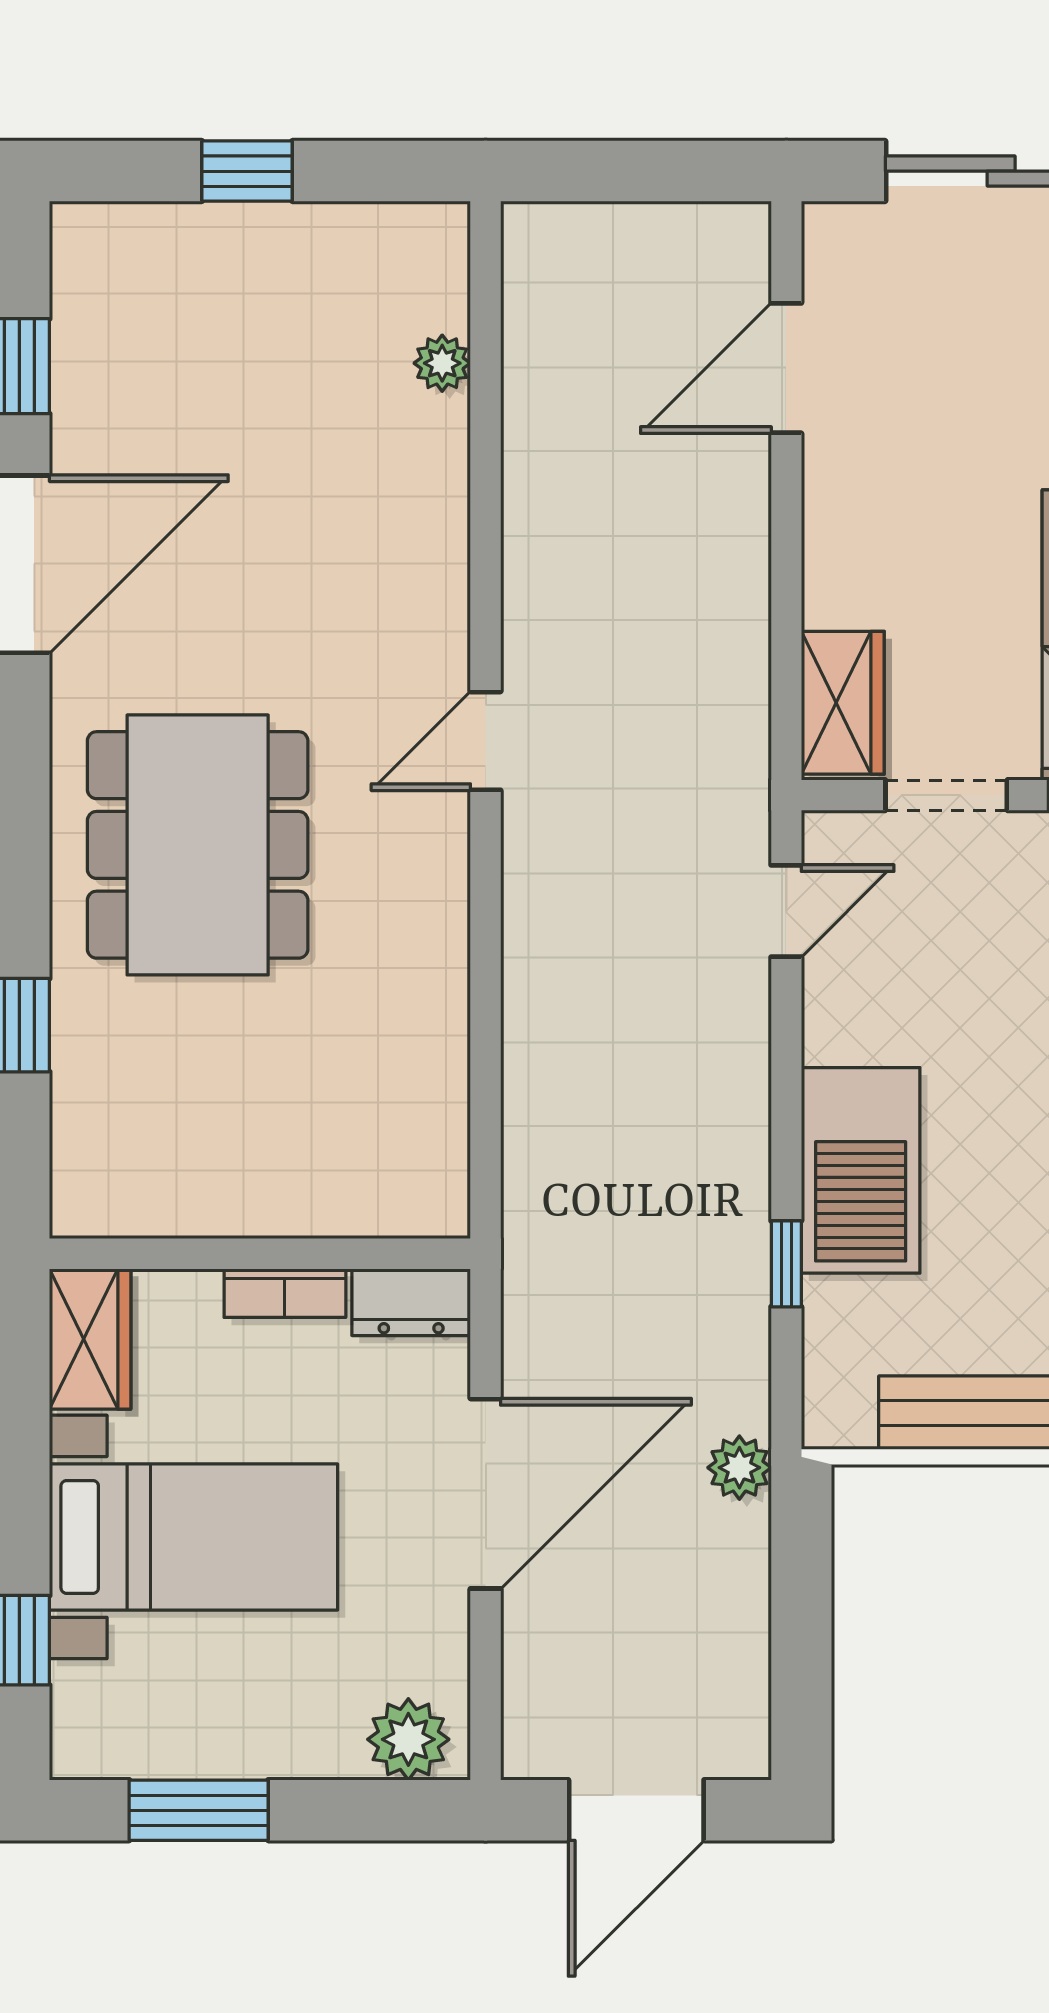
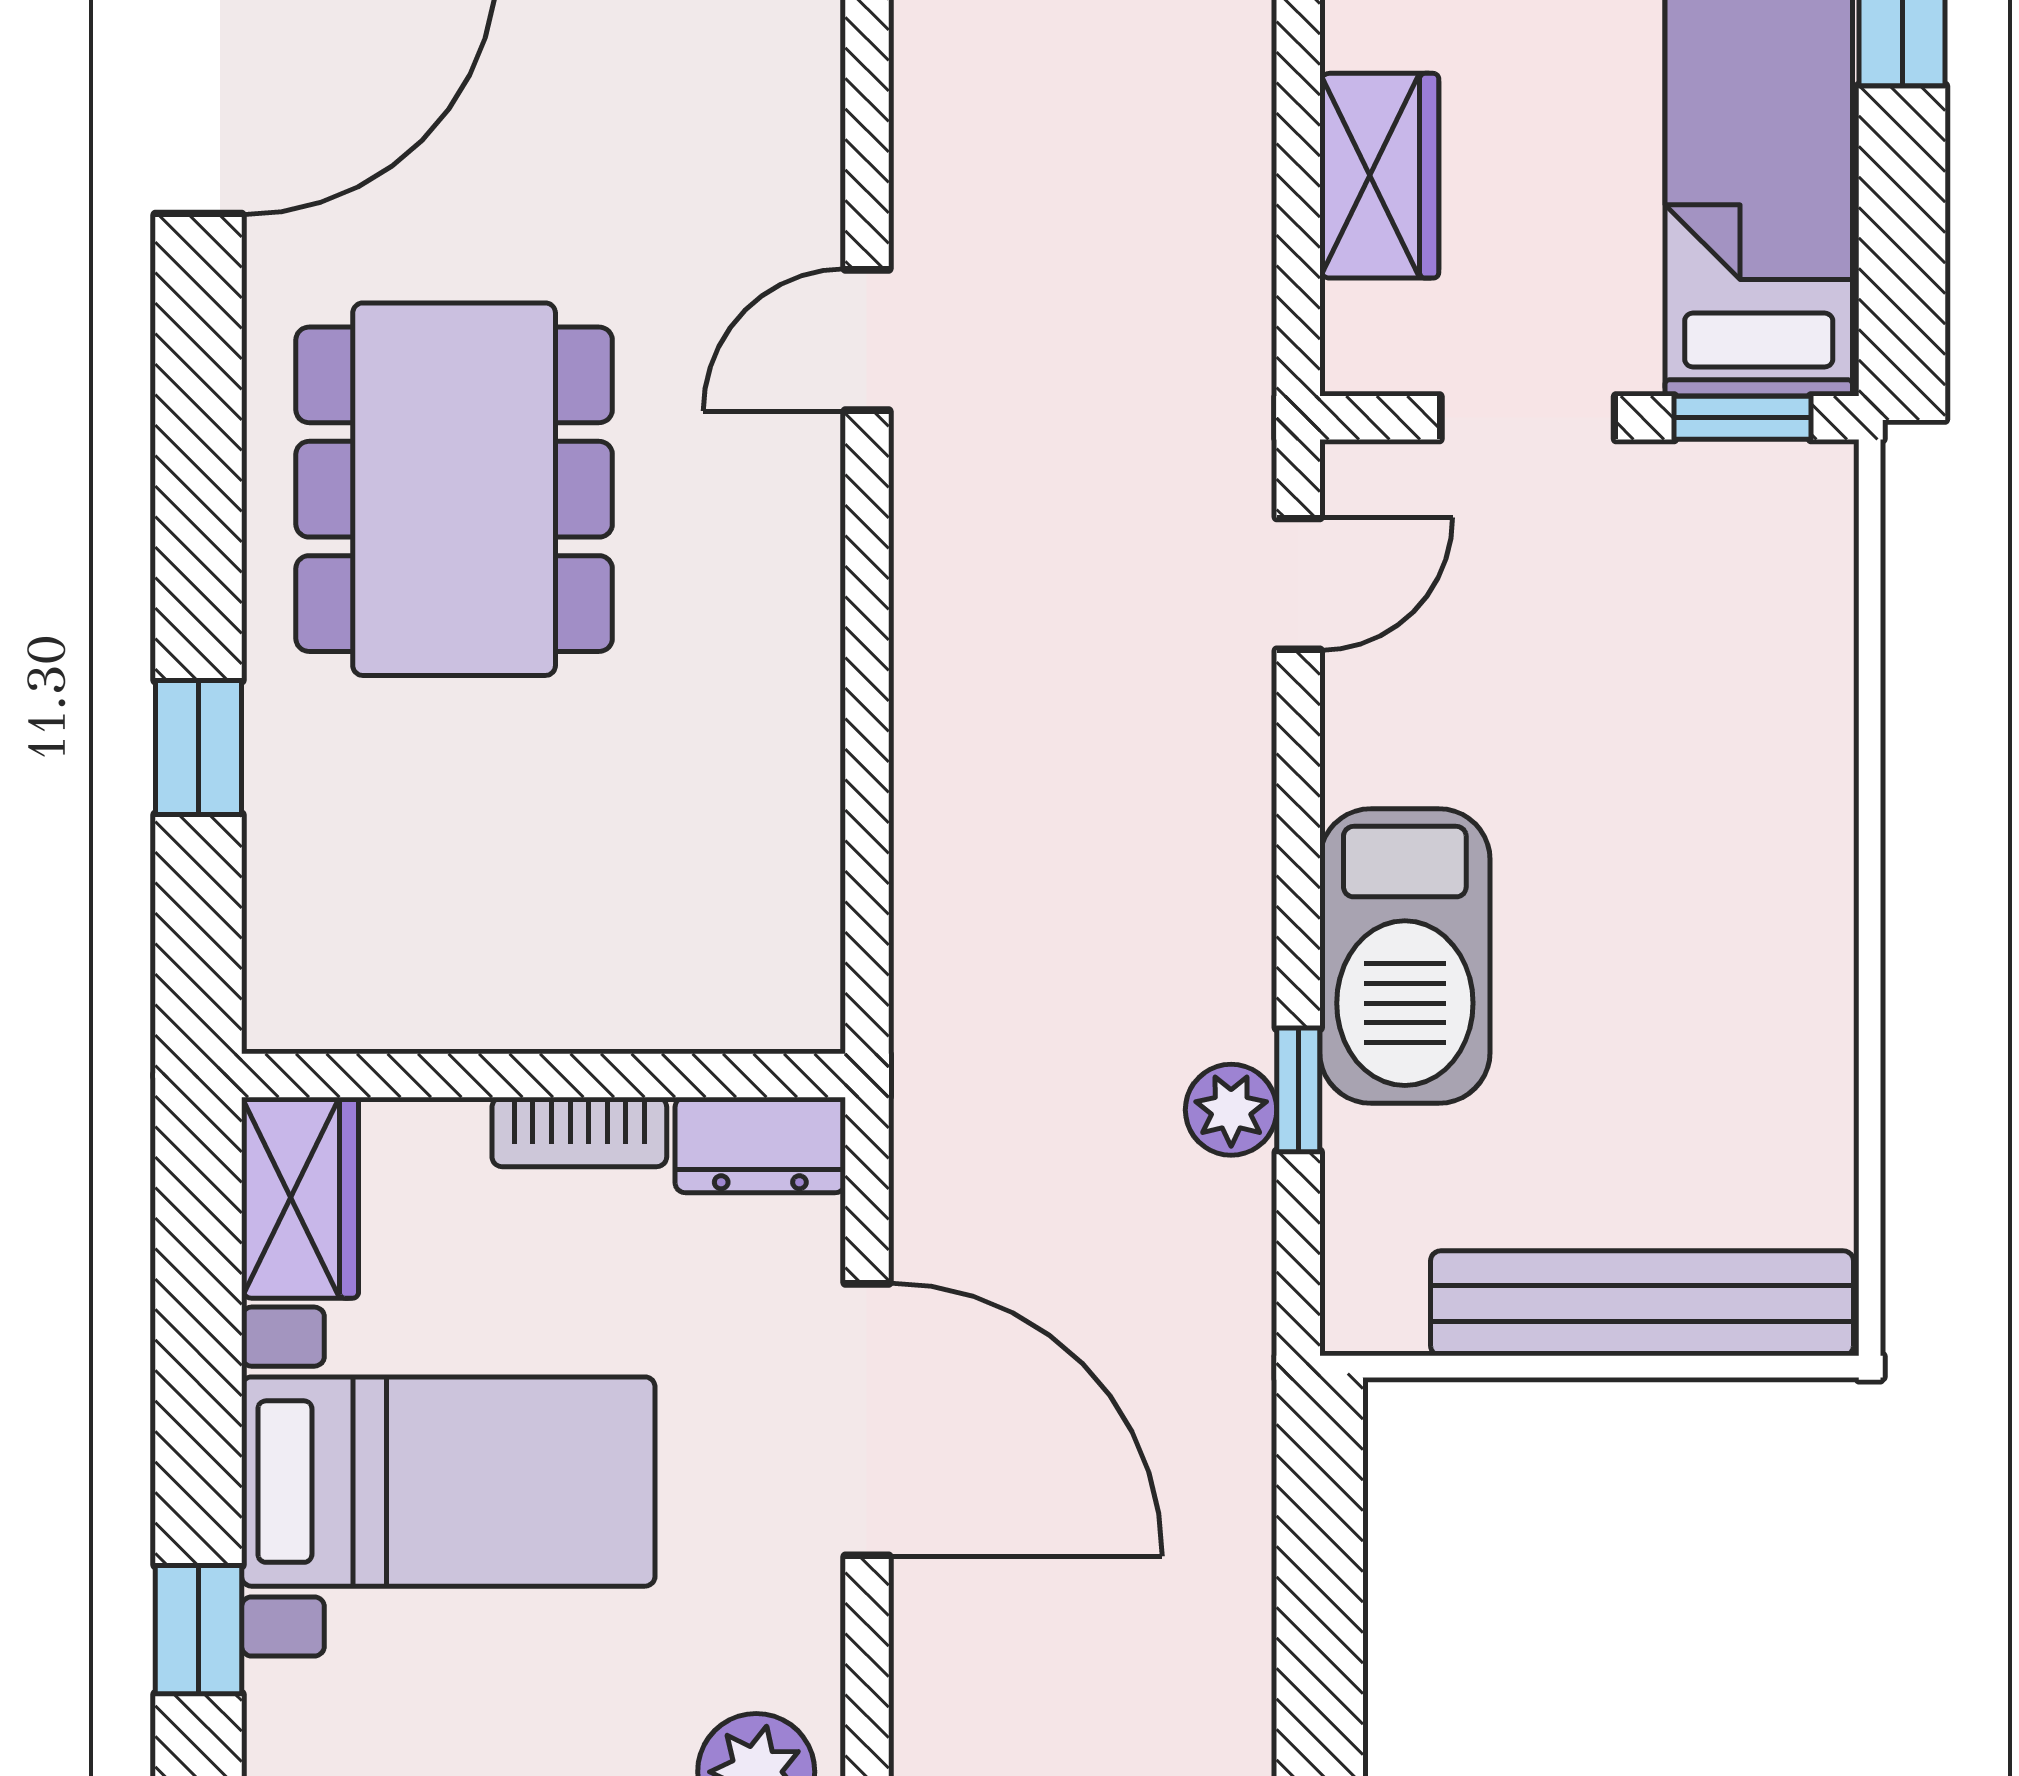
wardrobe: (843, 703) -> (1379, 176), moved
plant: (739, 1468) -> (1231, 1110), moved
door: (486, 1494) -> (867, 1420), hinge flipped

